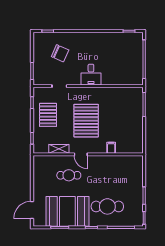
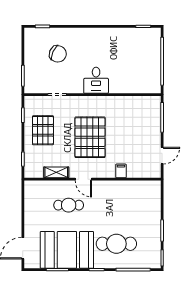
door: (144, 135) -> (162, 156), added

